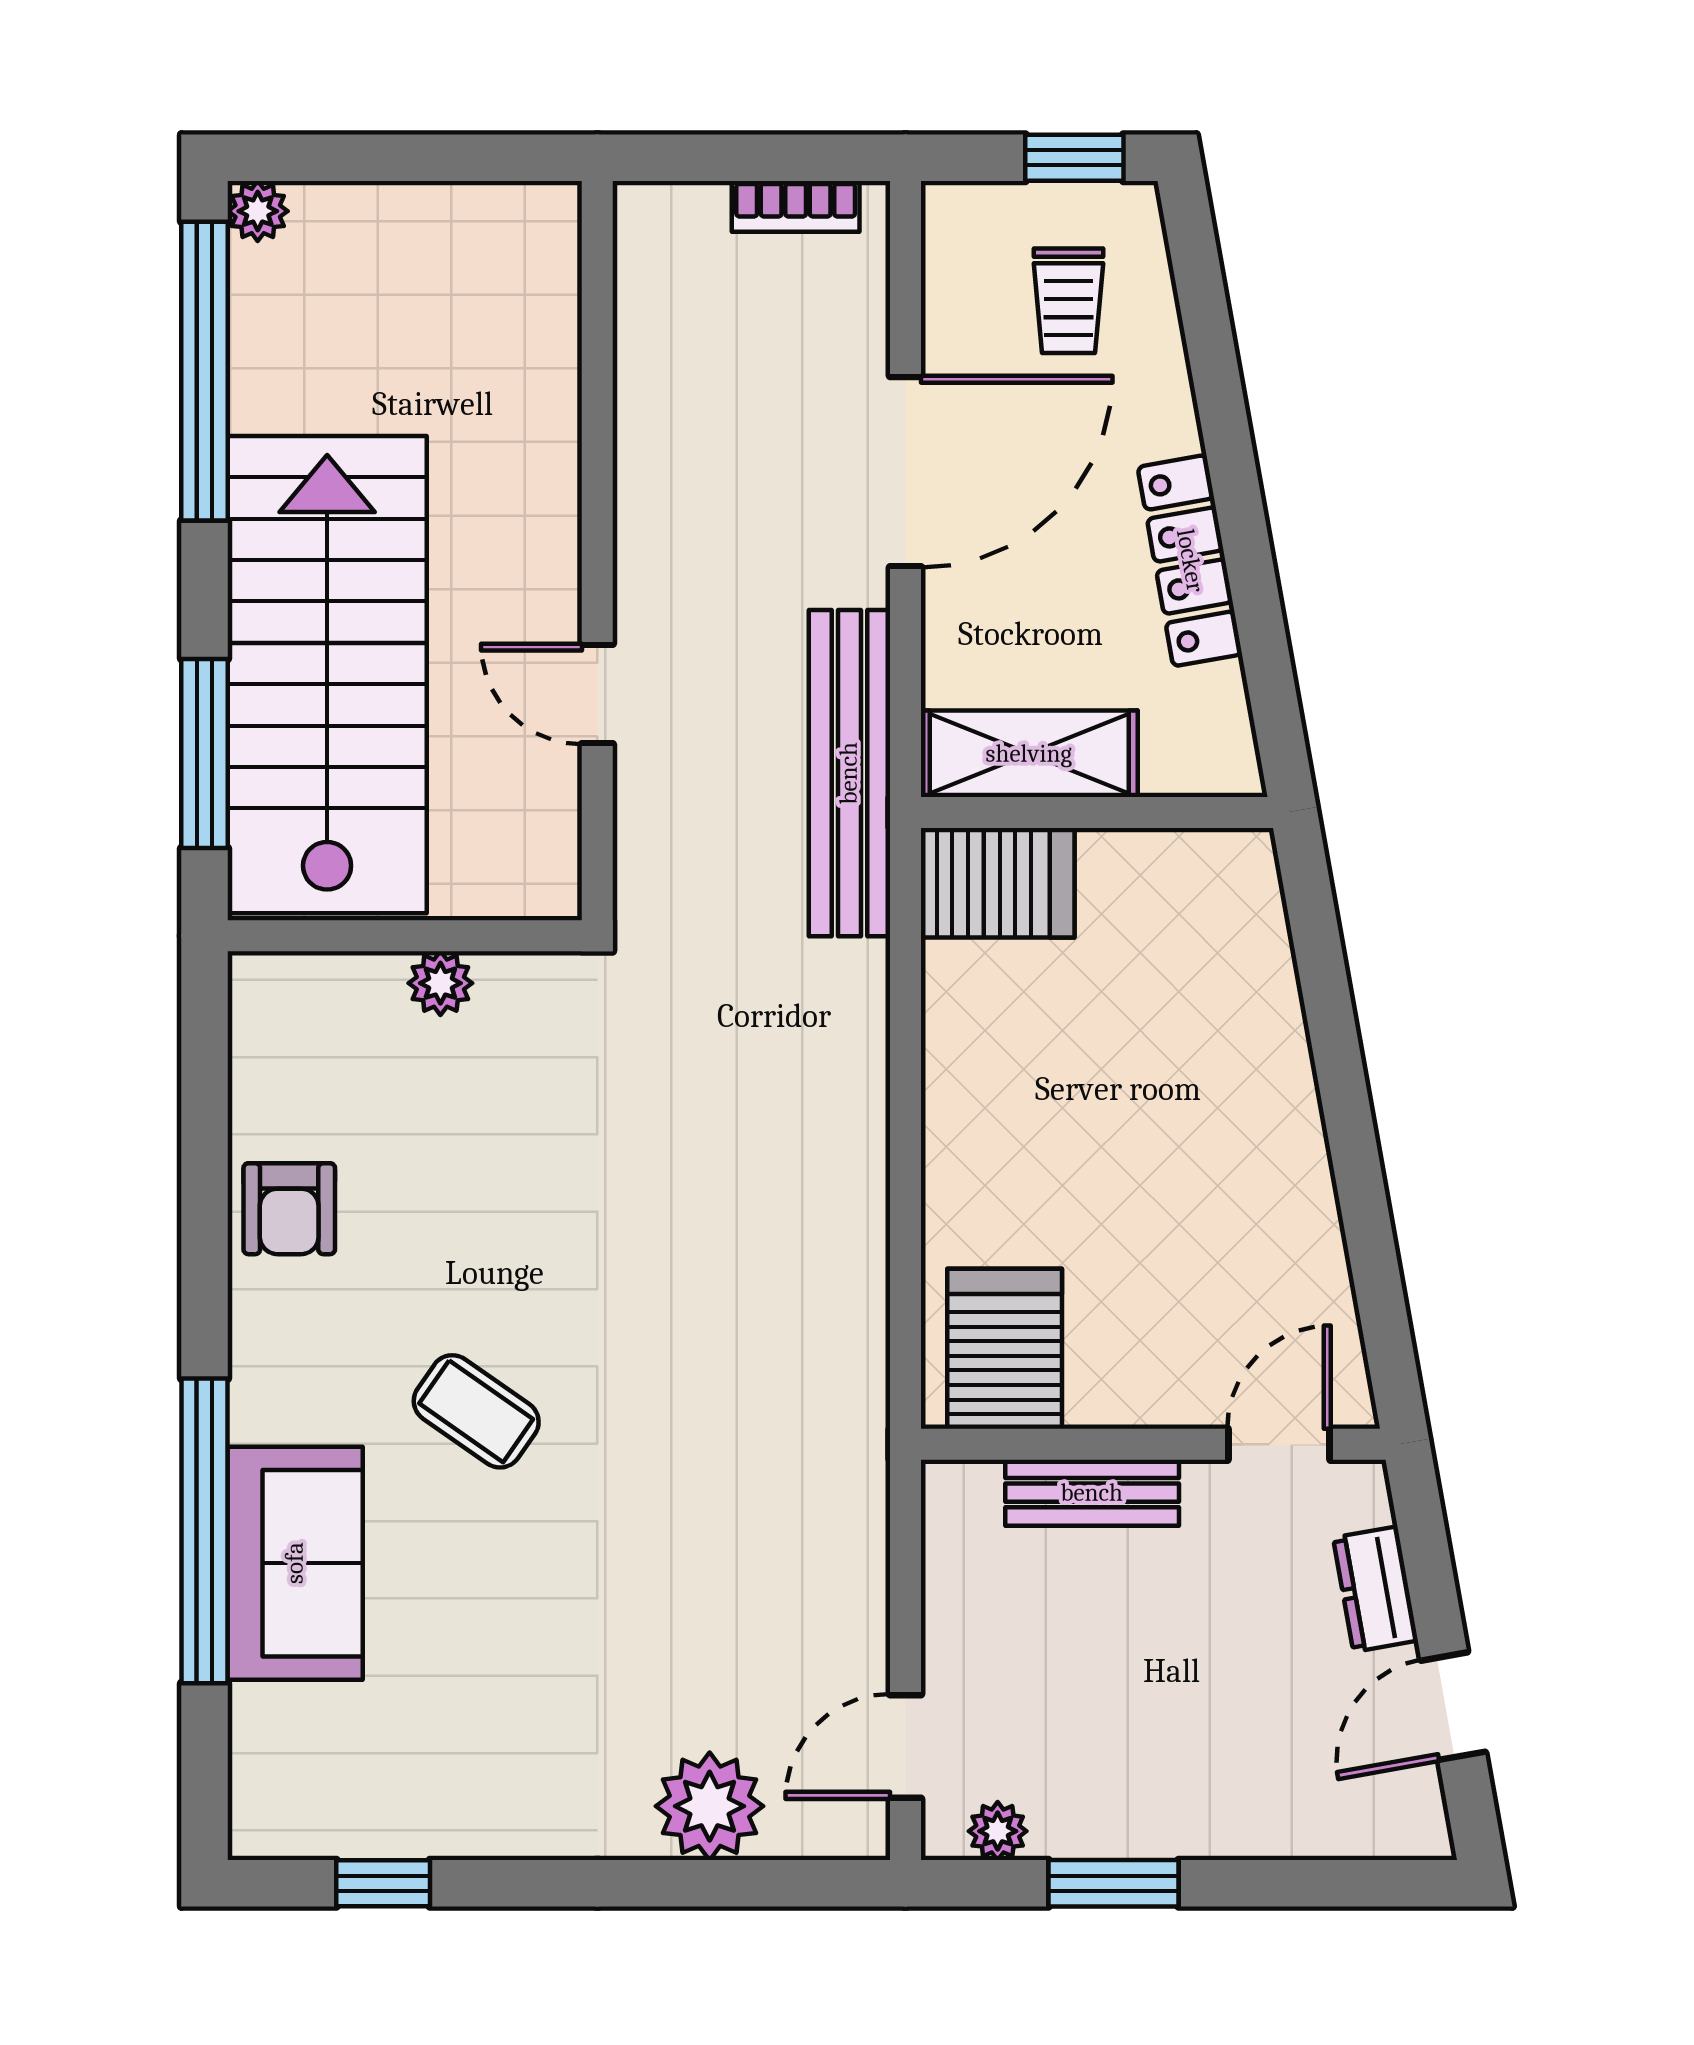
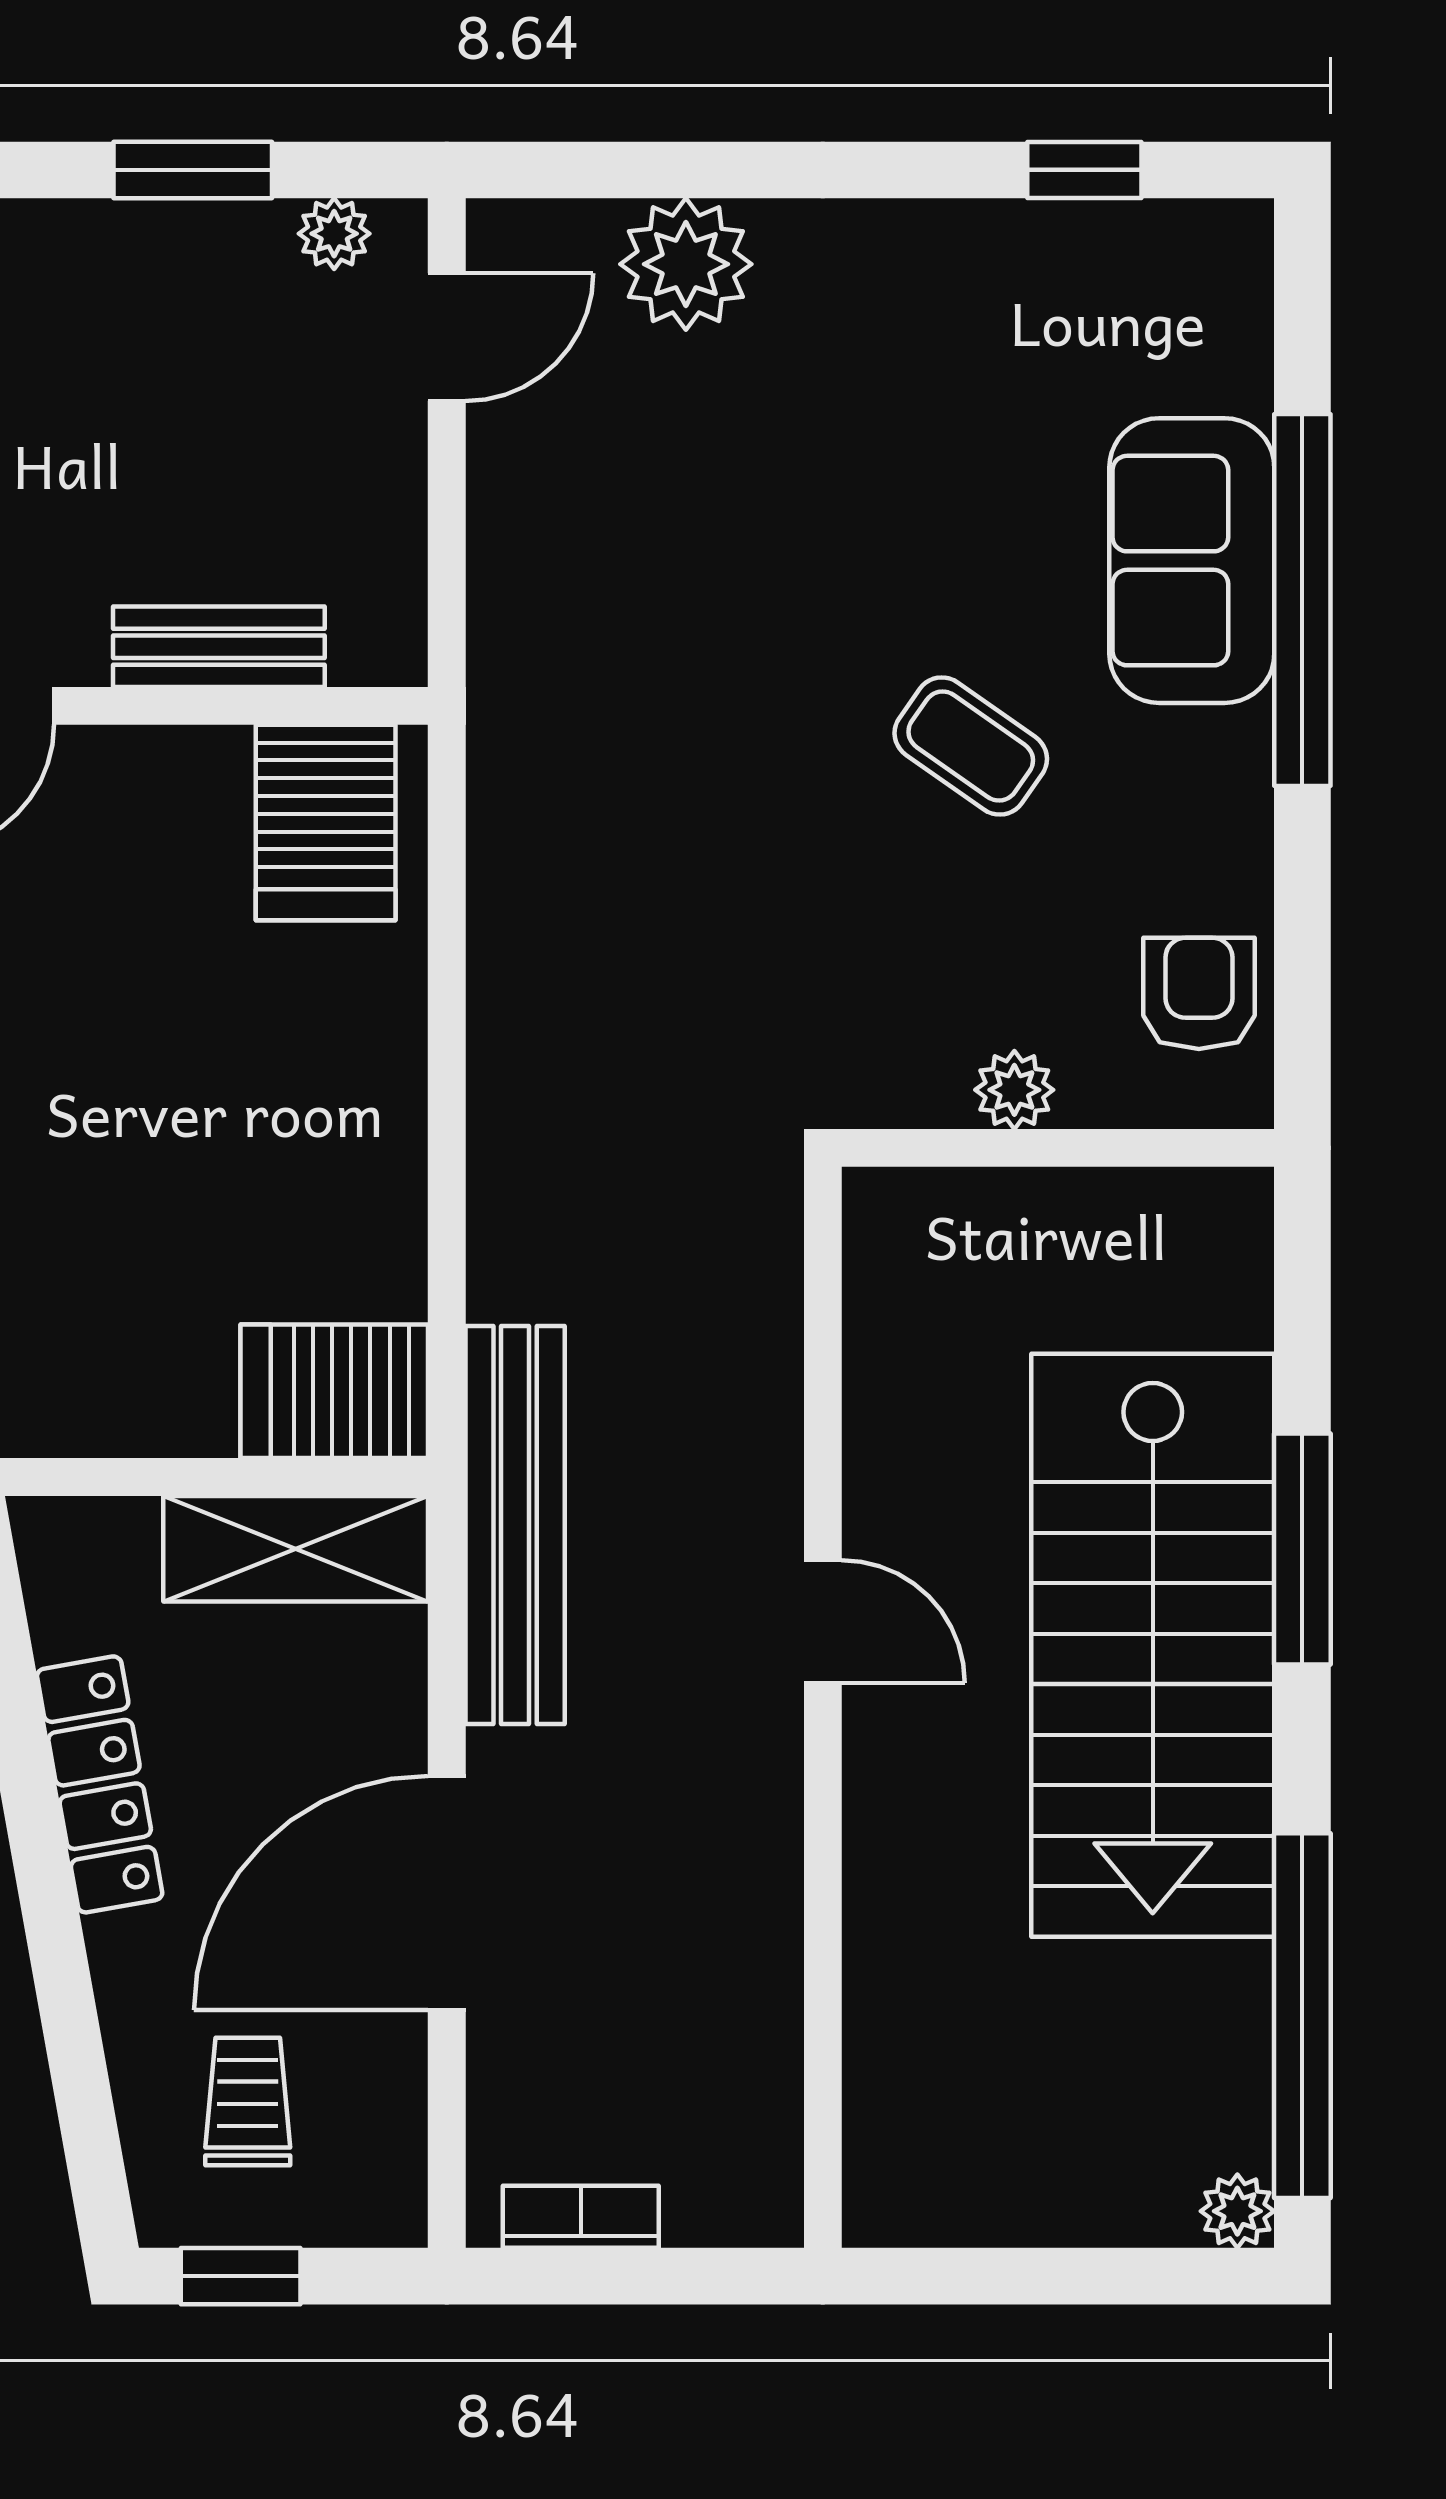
wall: (405, 936) -> (1058, 1148), moved
plant: (440, 983) -> (1014, 1090), moved

